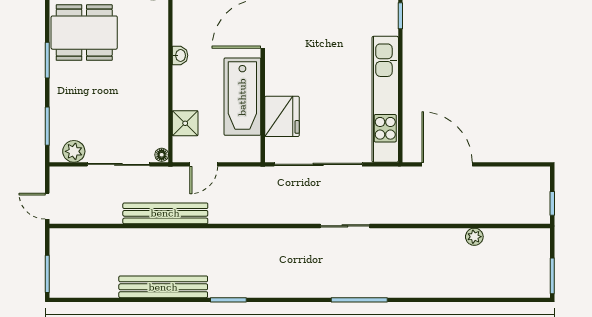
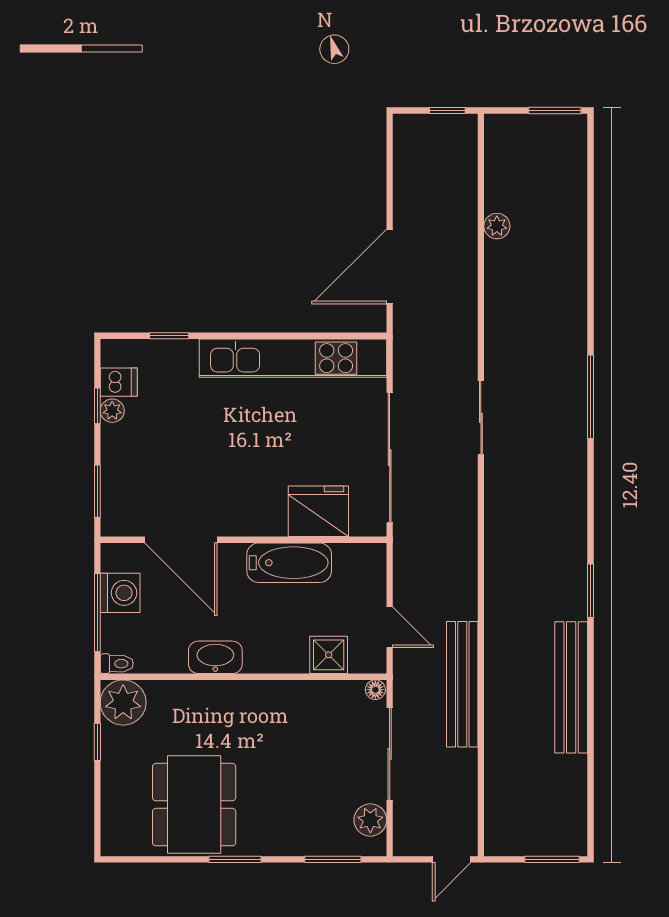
washbasin: (180, 55) -> (215, 657), width x1.91, depth x1.45
bathtub: (242, 97) -> (289, 563), width x0.73, depth x0.73

